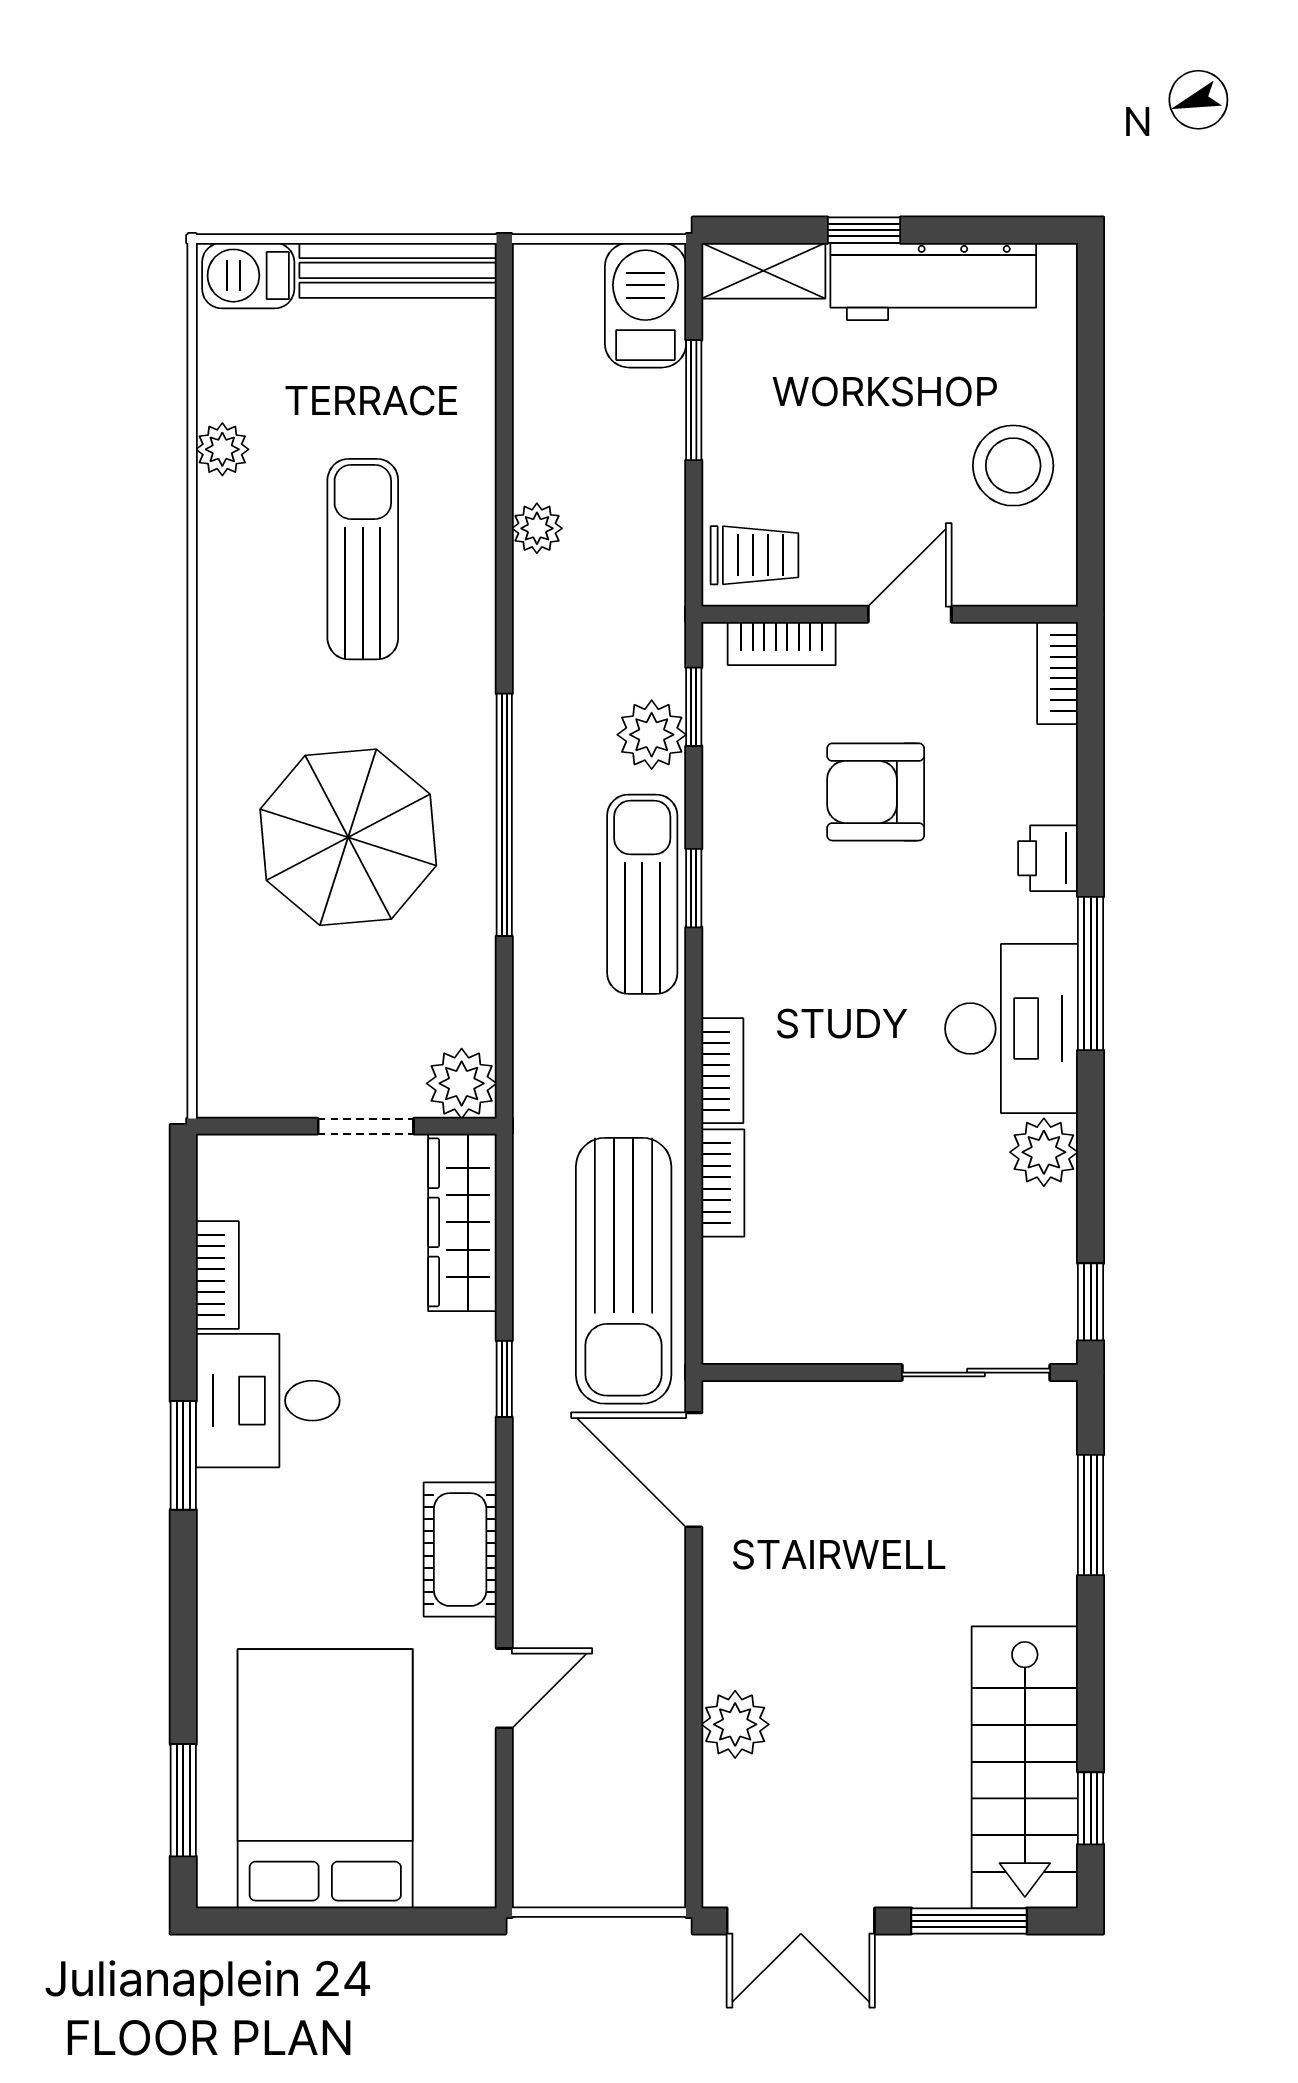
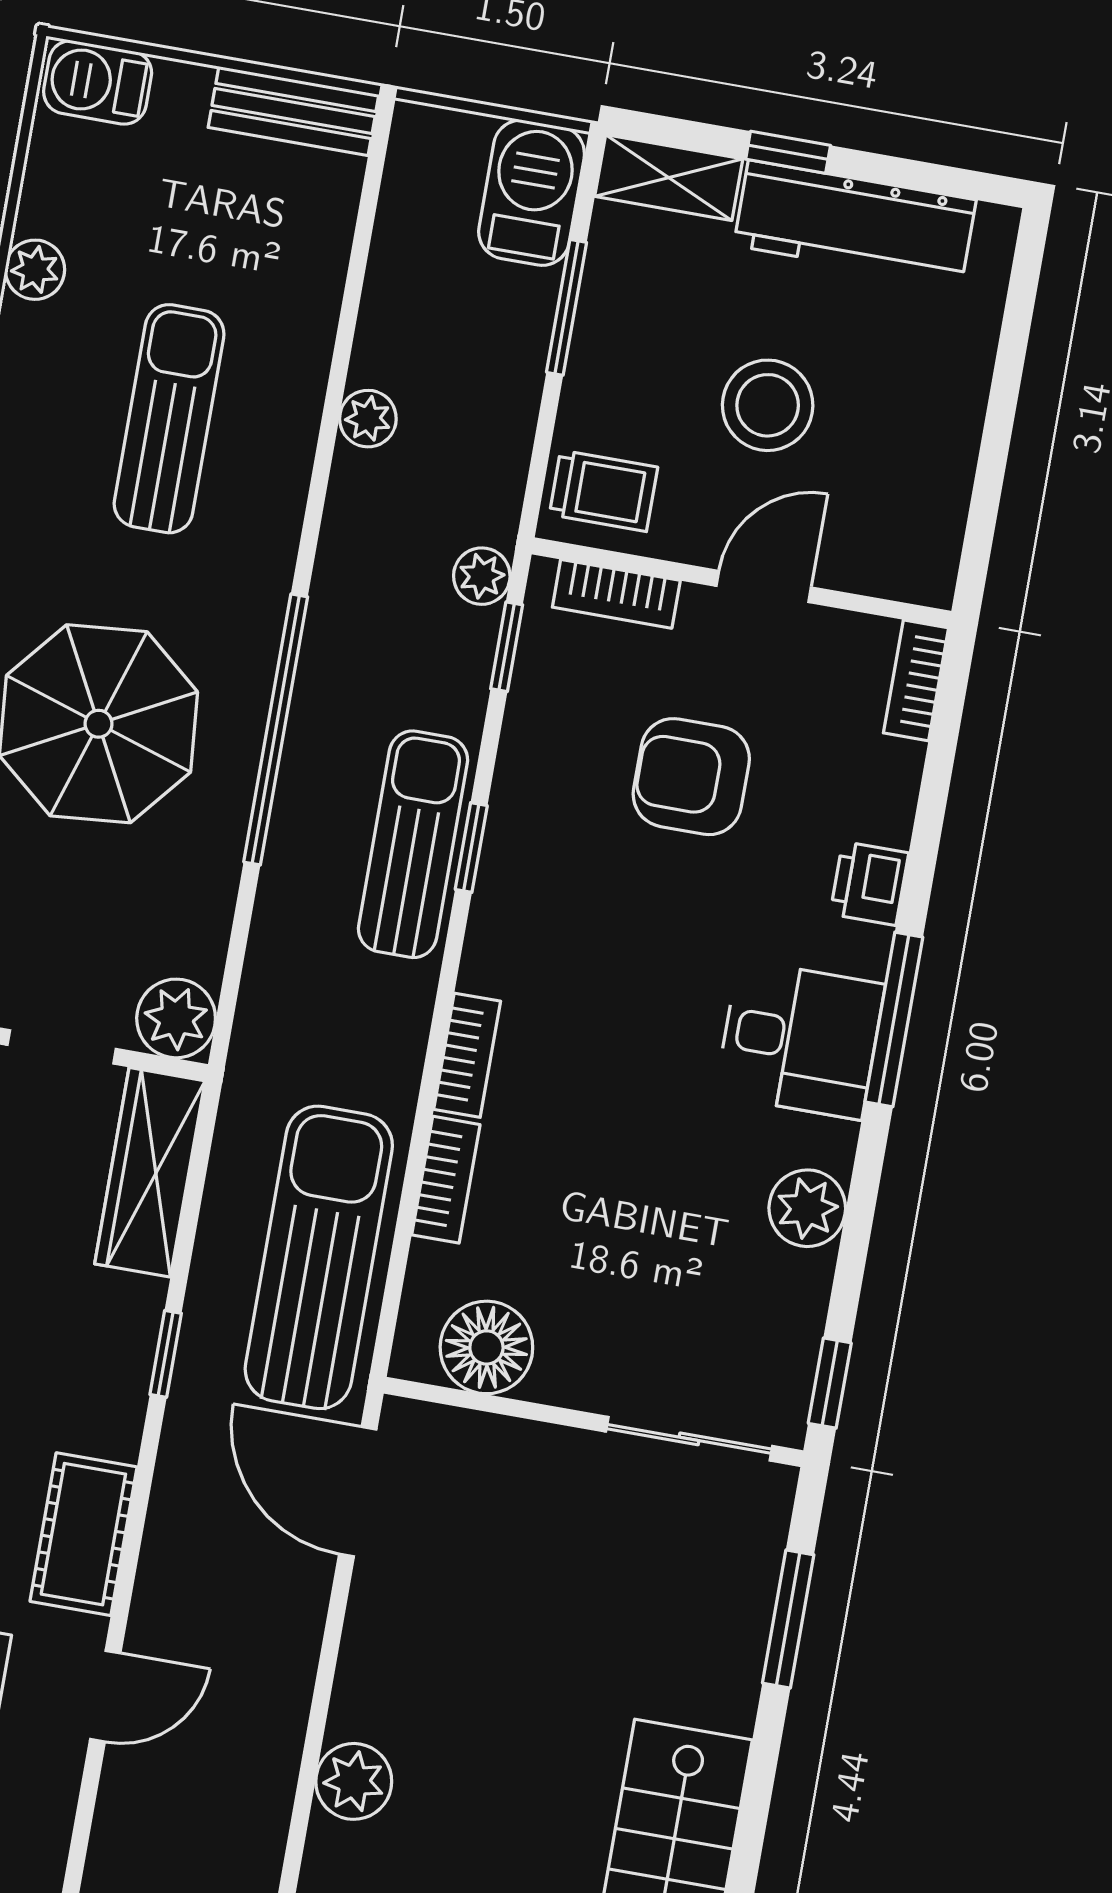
bench: (398, 270) -> (294, 111), width x0.73
stool: (1013, 466) -> (768, 405), moved
plant: (652, 735) -> (482, 576), moved, width x0.73, depth x0.73
desk: (1012, 1029) -> (800, 1040), width x0.73
sun lounger: (624, 1271) -> (319, 1257), turned 180
floor lamp: (784, 1324) -> (486, 1347), added

